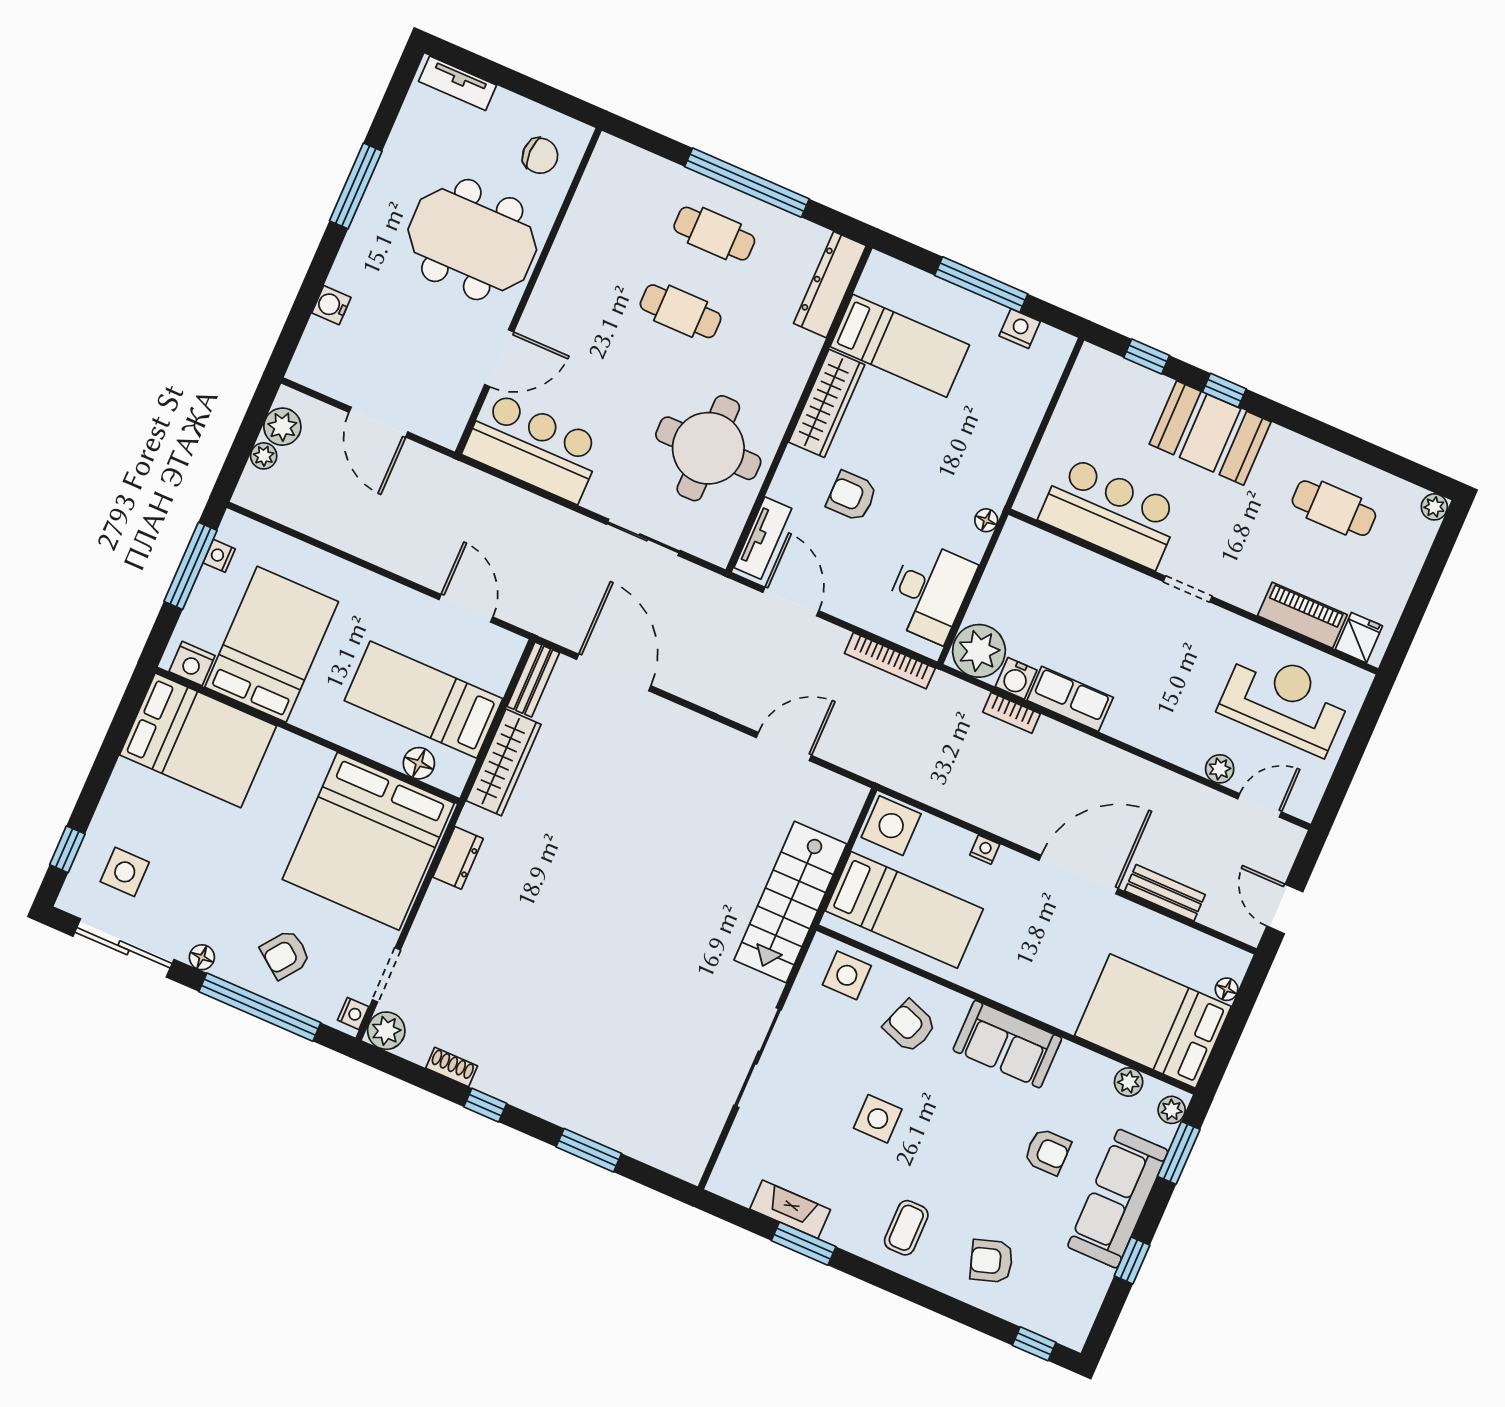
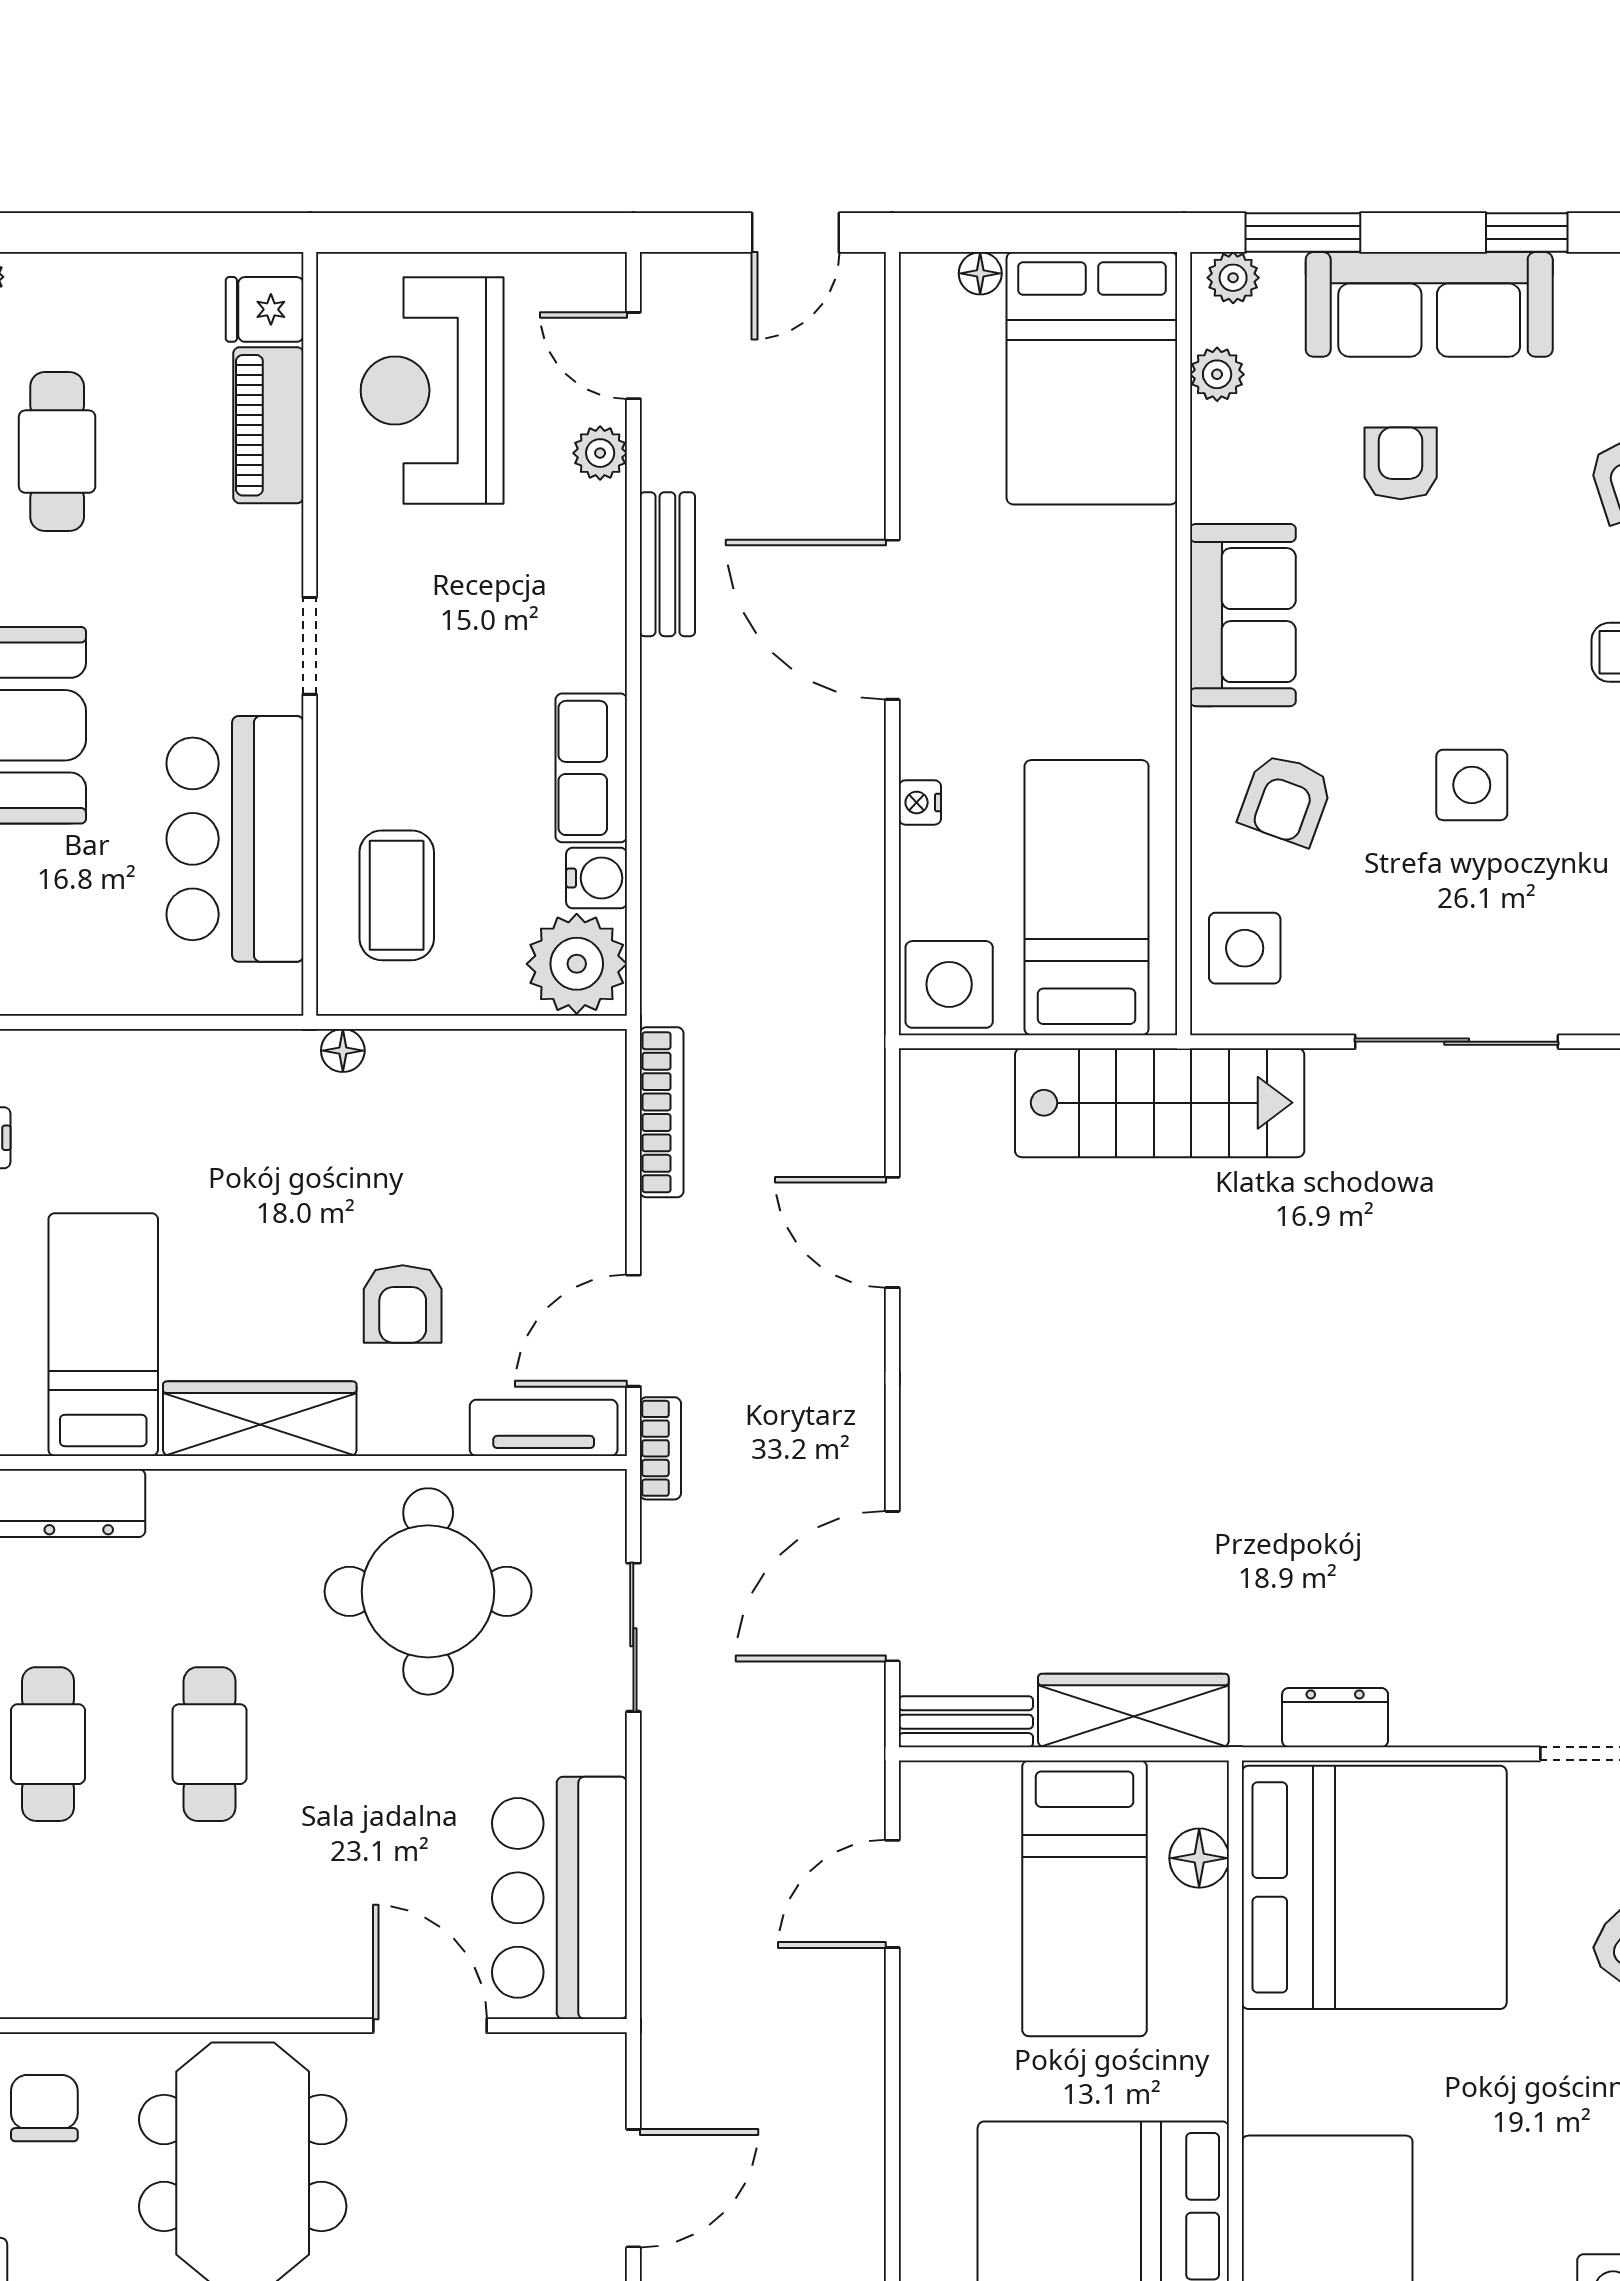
coffee table: (1050, 579) -> (397, 895), added
desk: (929, 592) -> (511, 1095), removed
bookcase: (1012, 713) -> (660, 1448), moved
bench: (1165, 893) -> (667, 564), moved

